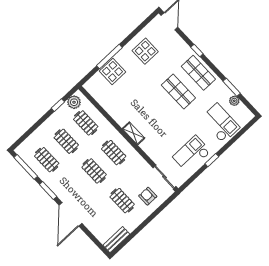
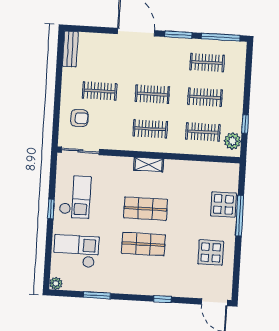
shop shelf: (198, 73) -> (146, 209), moved
plant: (234, 101) -> (56, 283), moved
checkout: (220, 123) -> (76, 251), turned 180

